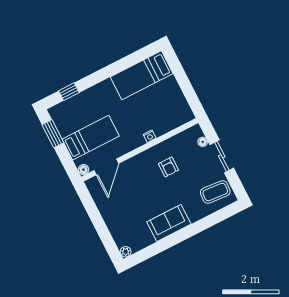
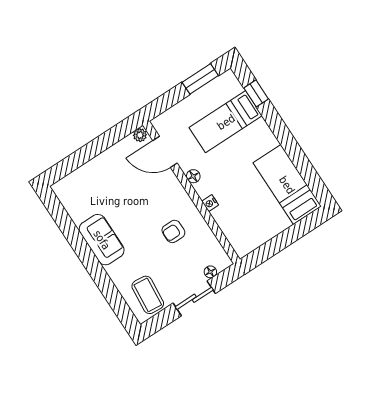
bed: (91, 138) -> (226, 122), moved, turned 90
floor lamp: (83, 170) -> (193, 176), moved
plant: (126, 252) -> (140, 135), moved

